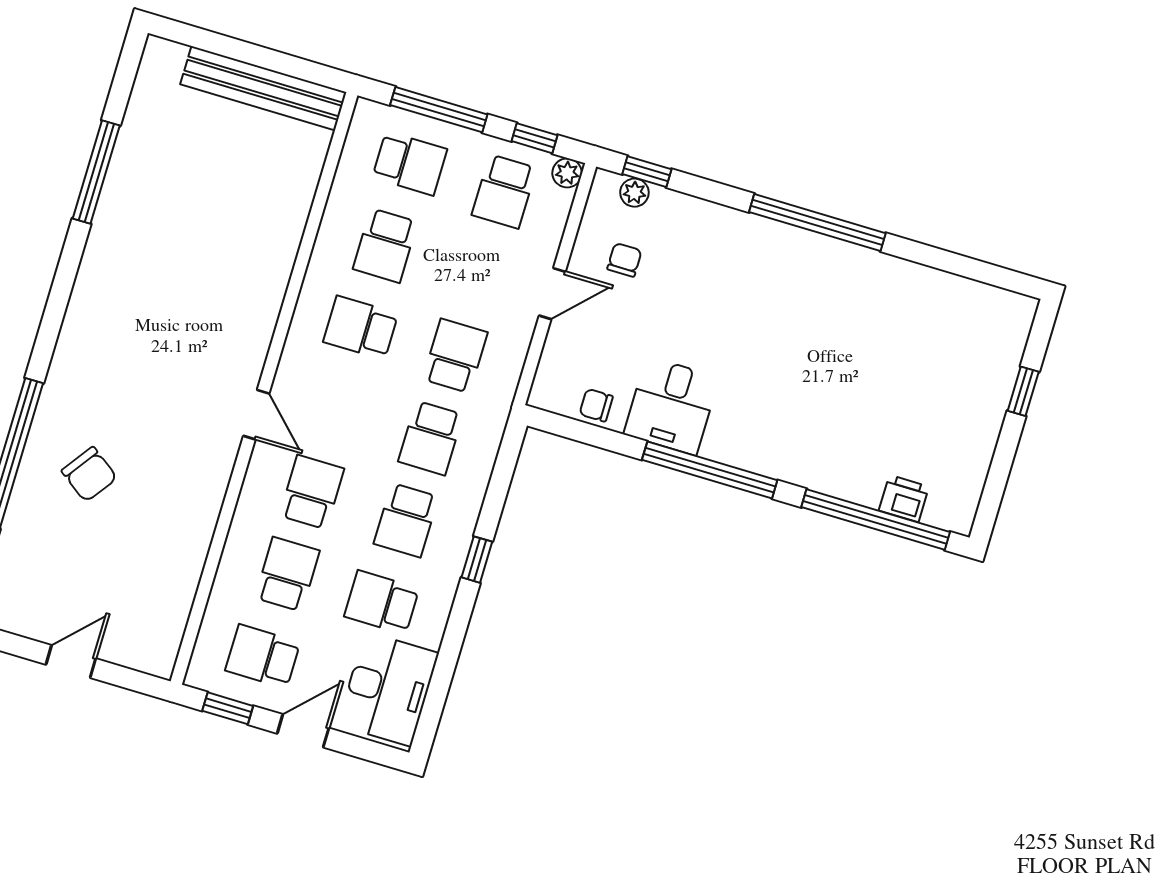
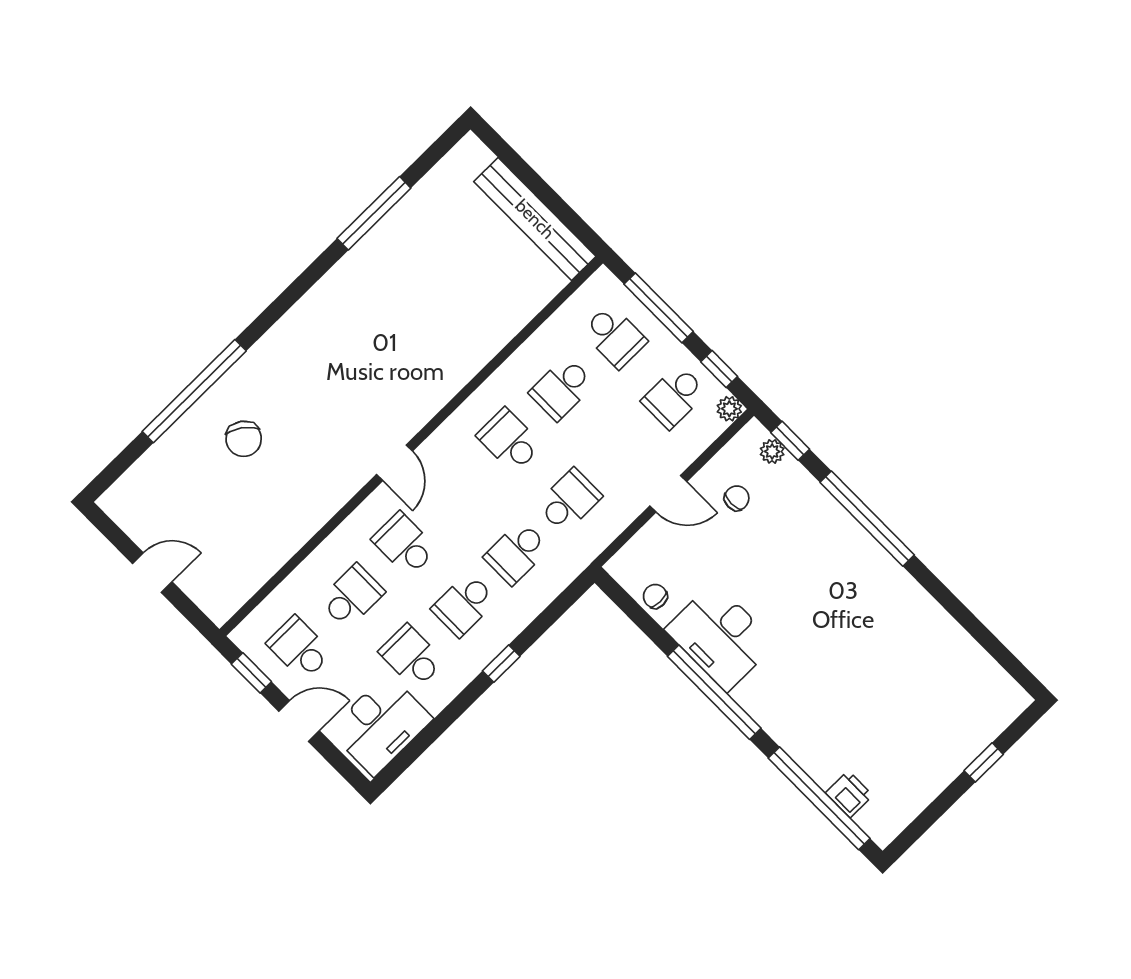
window: (817, 223) -> (867, 519), moved
desk: (671, 406) -> (720, 637), width x1.37
school desk: (312, 492) -> (404, 544), turned -90

